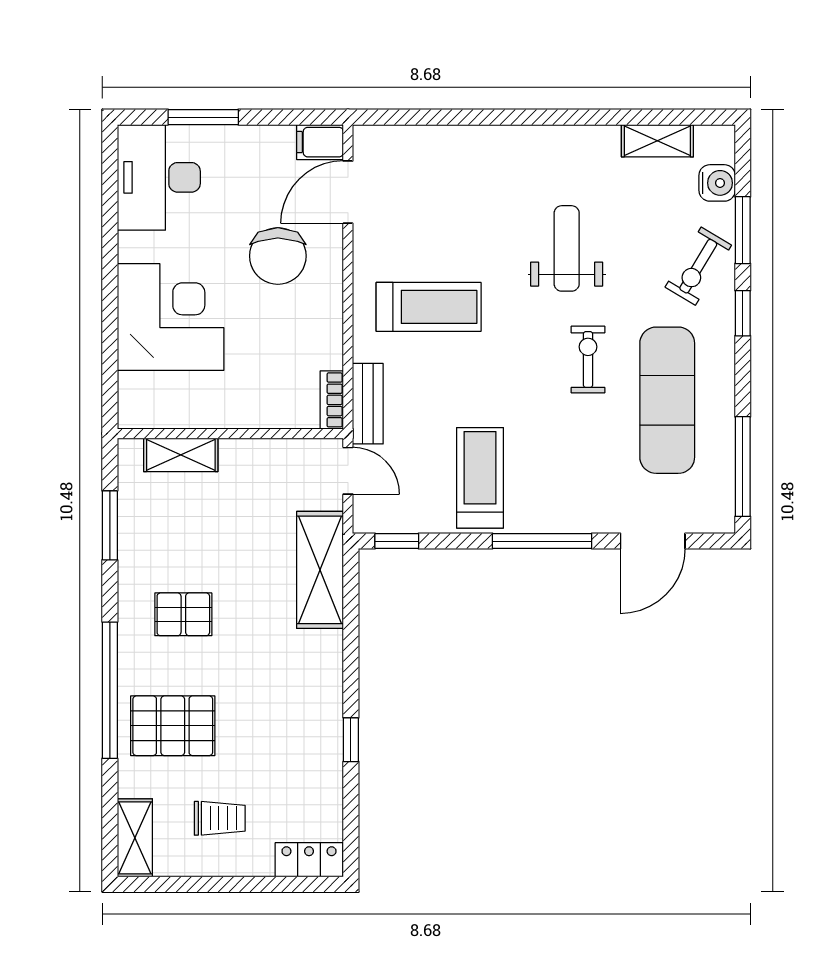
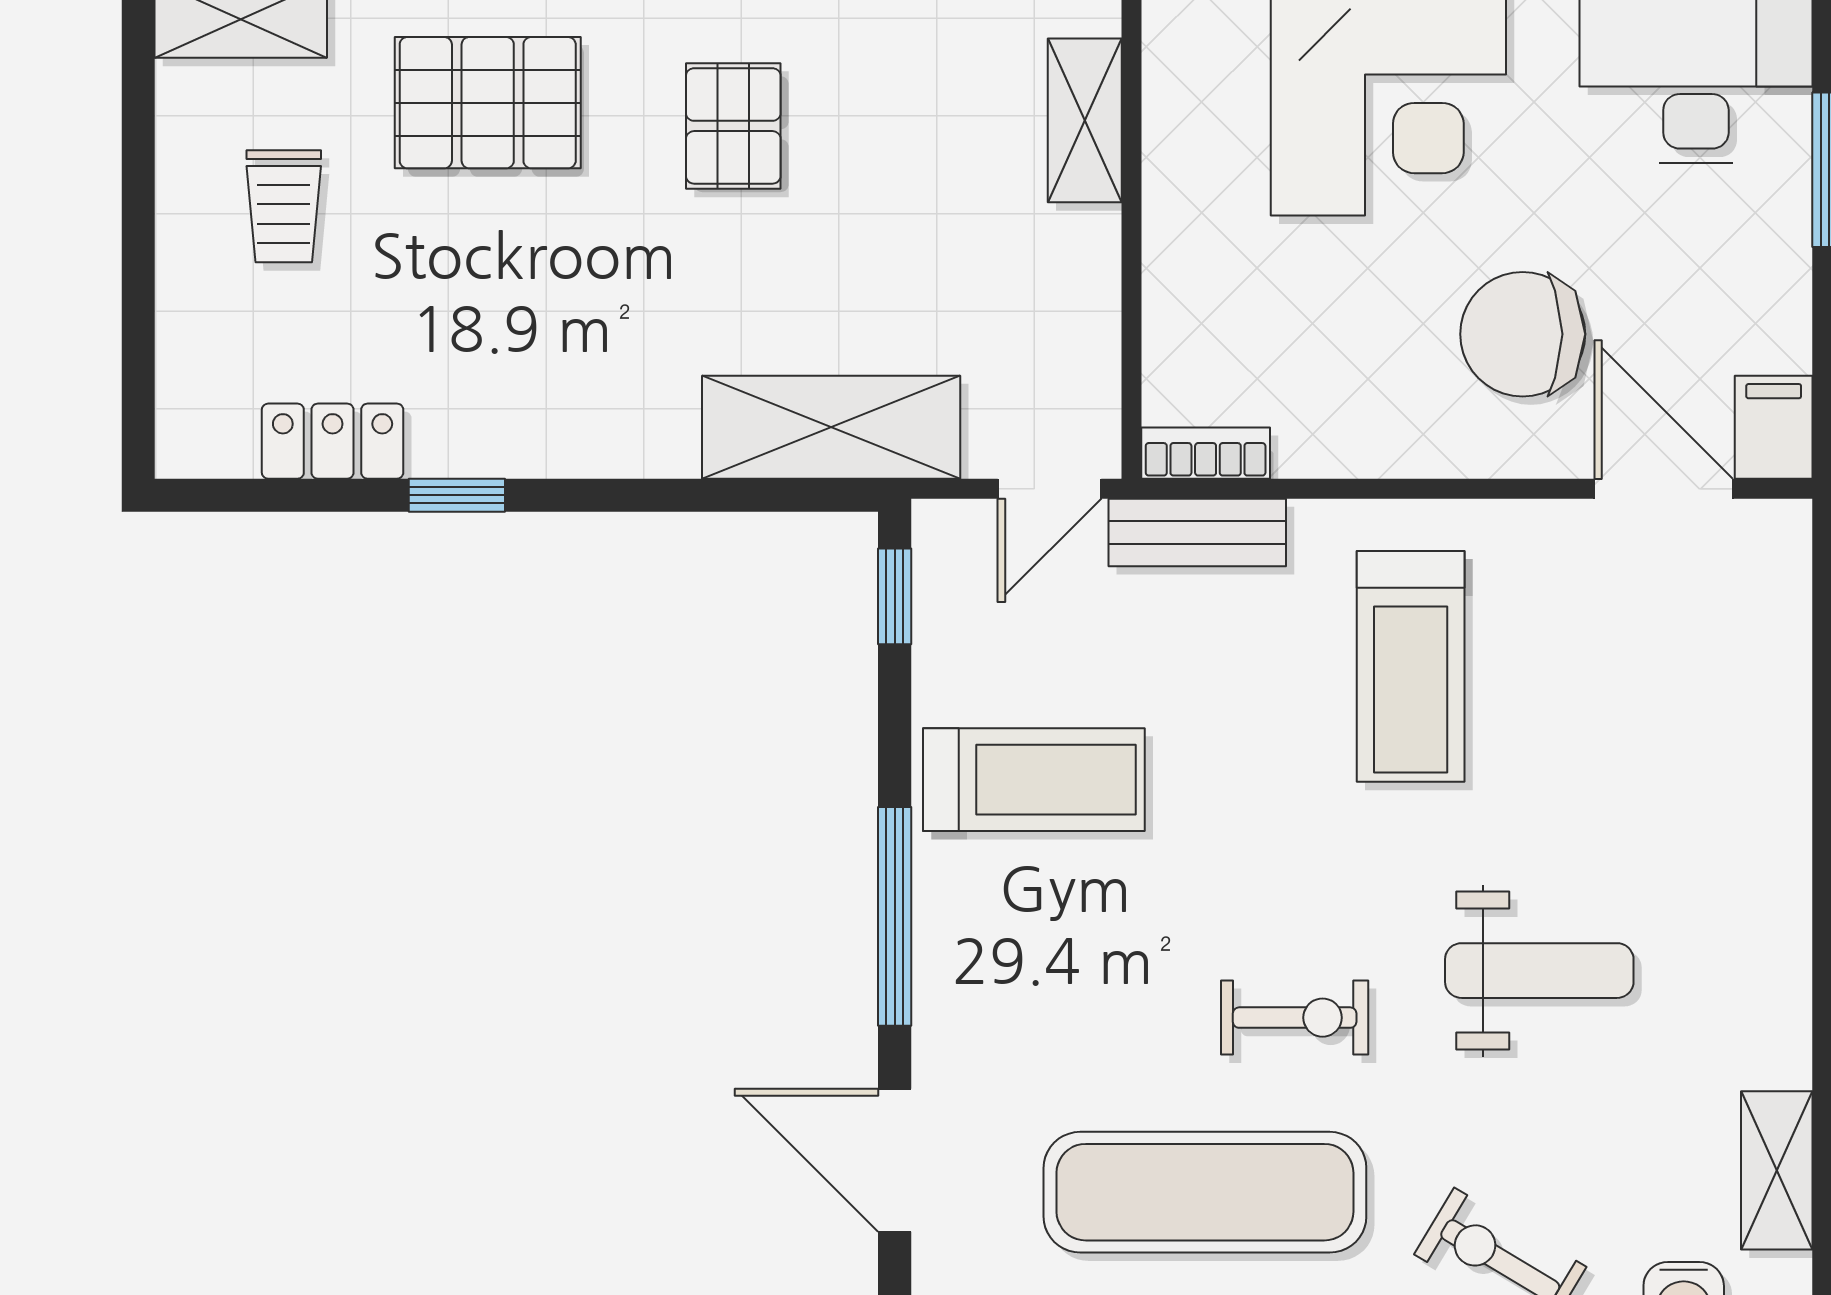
pallet: (173, 726) -> (488, 103), turned 90
locker: (309, 860) -> (333, 441), moved, turned -90

